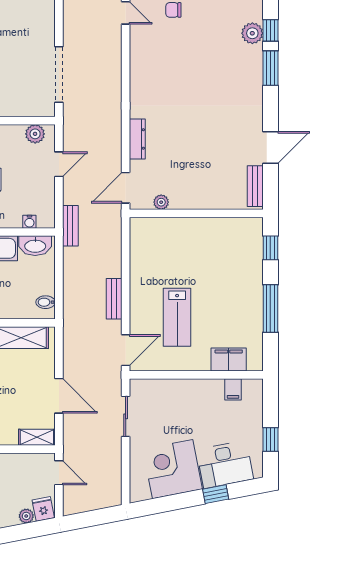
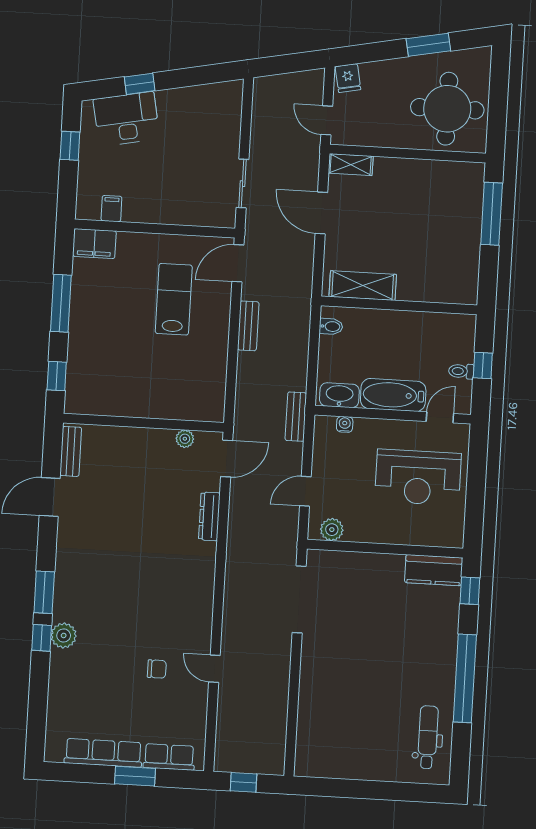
filing cabinet: (229, 360) -> (94, 244), moved
corner desk: (173, 469) -> (190, 117), removed
plant: (26, 516) -> (369, 71), removed

